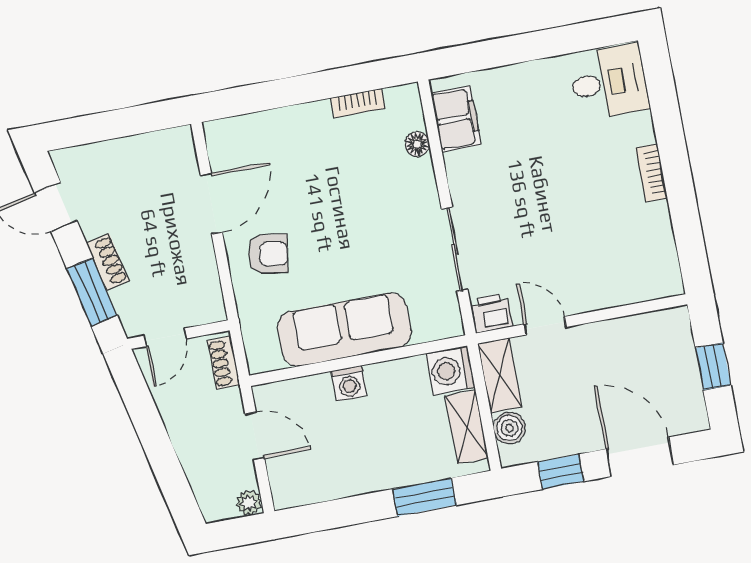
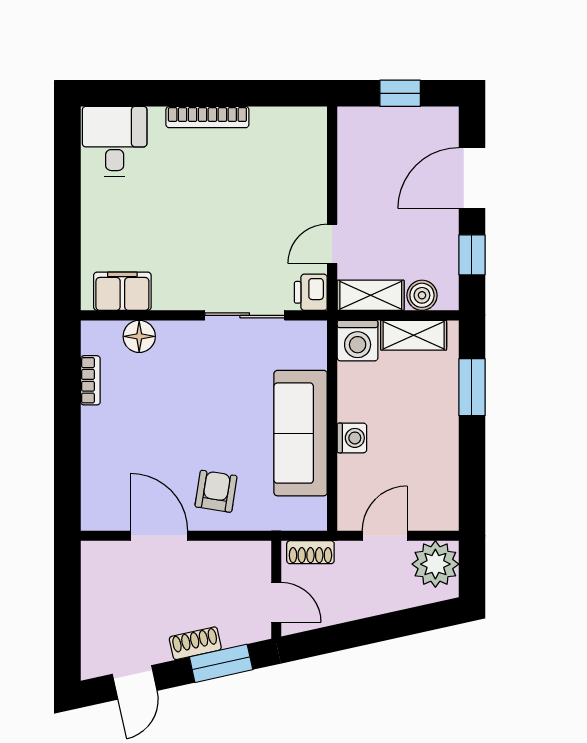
floor lamp: (417, 144) -> (139, 336), width x1.37, depth x1.37
bookcase: (652, 173) -> (207, 117), width x1.56
plant: (249, 503) -> (435, 564), width x1.87, depth x1.87

